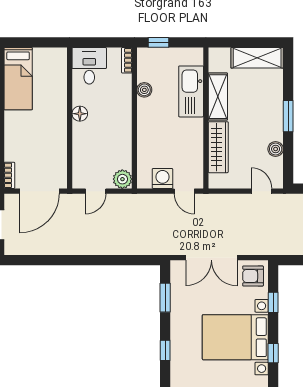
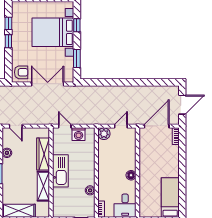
kitchen sink: (191, 91) -> (60, 171), moved
window: (273, 302) -> (8, 41), moved
bed with nightstands: (235, 337) -> (53, 32), moved, turned 180

